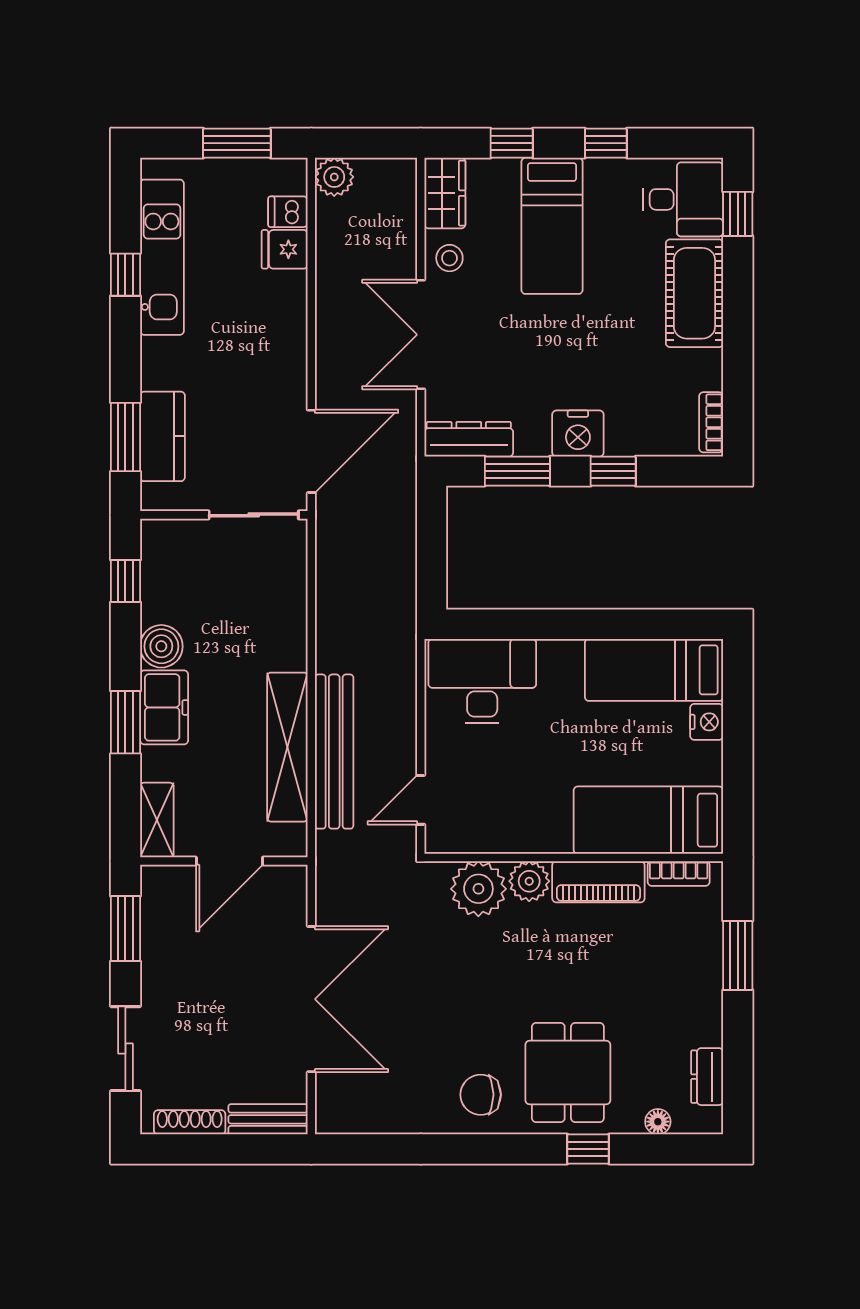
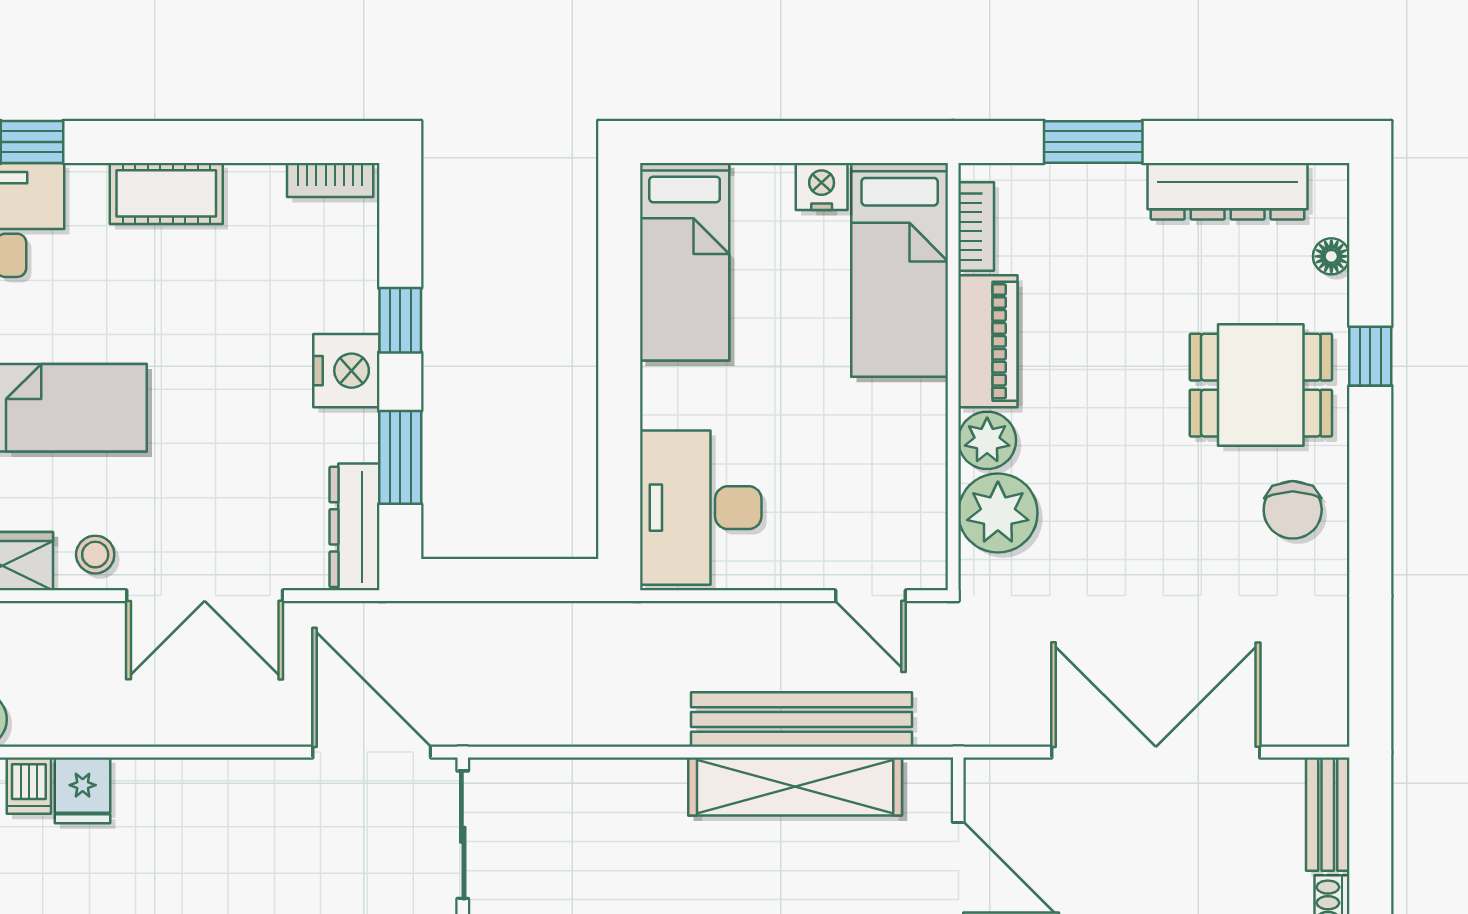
cot: (694, 293) -> (166, 193), width x0.73, depth x0.75
nightstand: (707, 722) -> (822, 186), moved
dresser: (707, 1077) -> (1228, 191), width x1.96, depth x1.24

